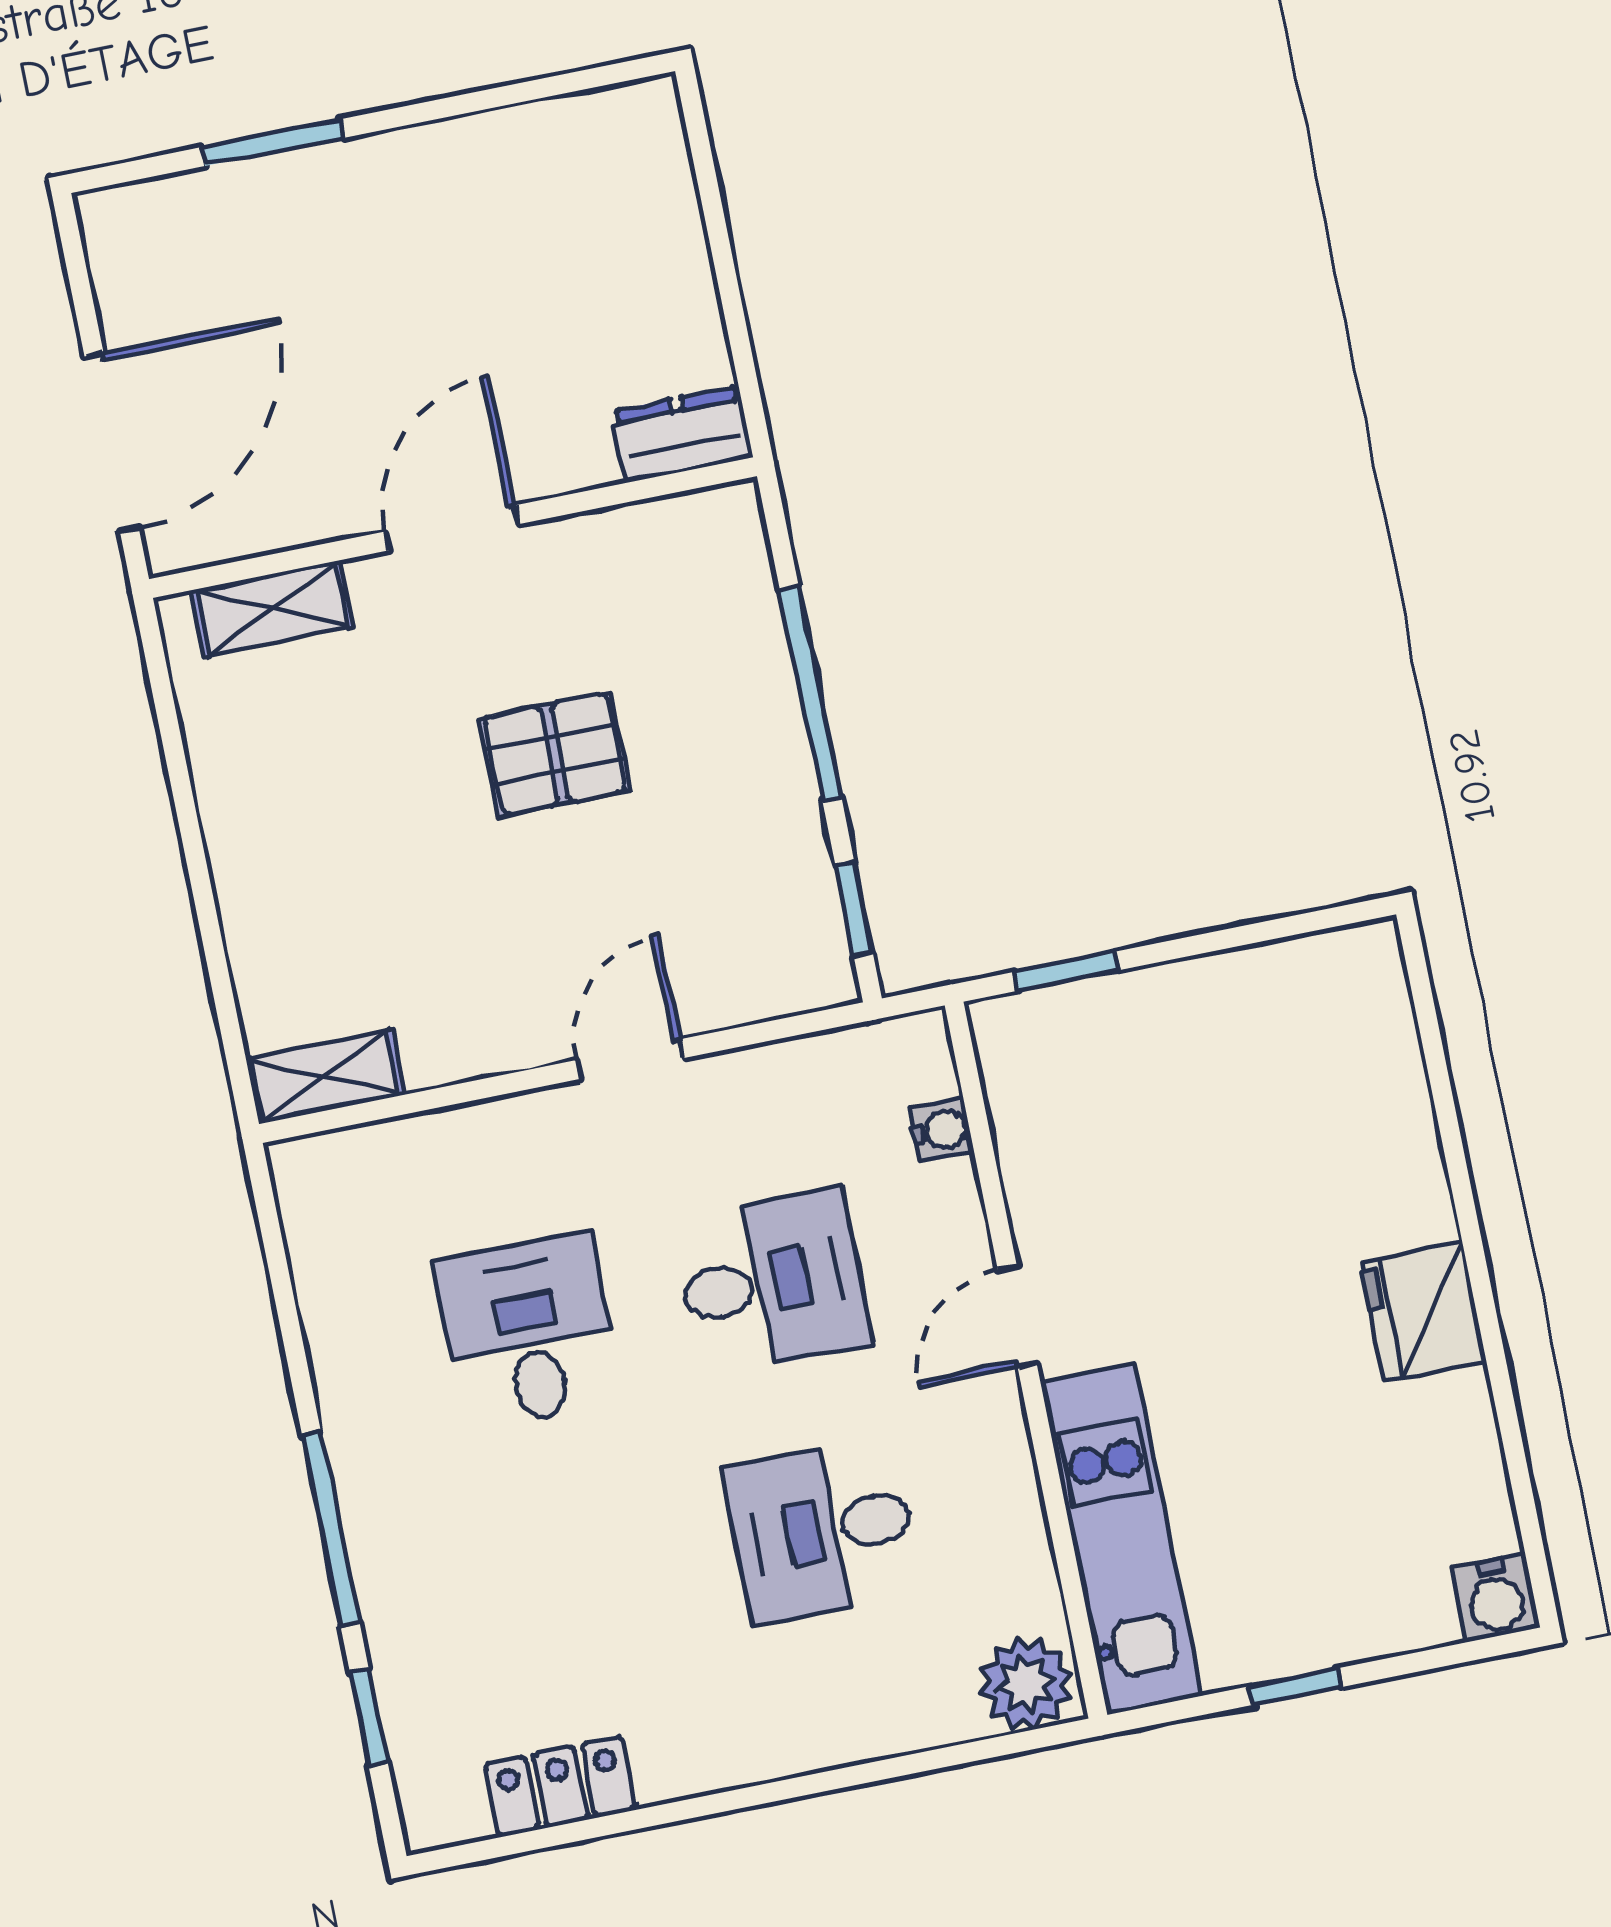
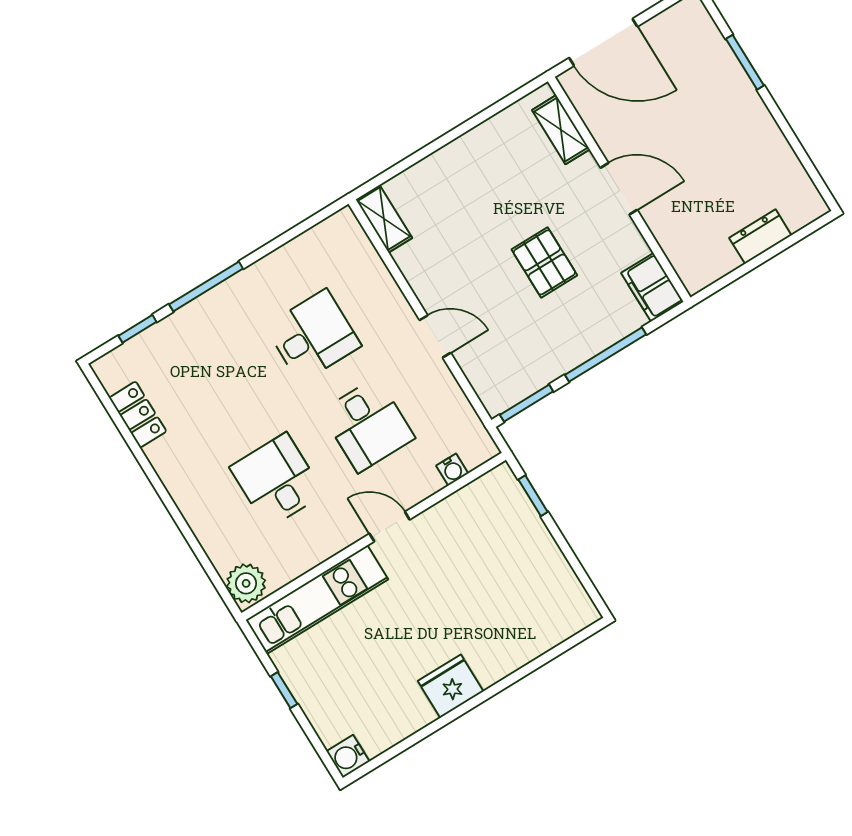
dresser: (682, 434) -> (760, 237), moved, turned -90
filing cabinet: (699, 534) -> (652, 287), added
window: (854, 910) -> (527, 403), width x1.50

